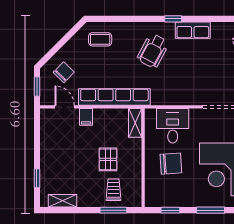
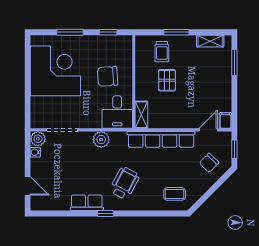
plant: (178, 97) -> (101, 140), added
door: (65, 107) -> (208, 130), swing flipped
filing cabinet: (86, 117) -> (225, 120), moved
desk: (173, 126) -> (117, 112), moved
window: (37, 178) -> (234, 62), width x1.50
window: (113, 210) -> (176, 32), moved

